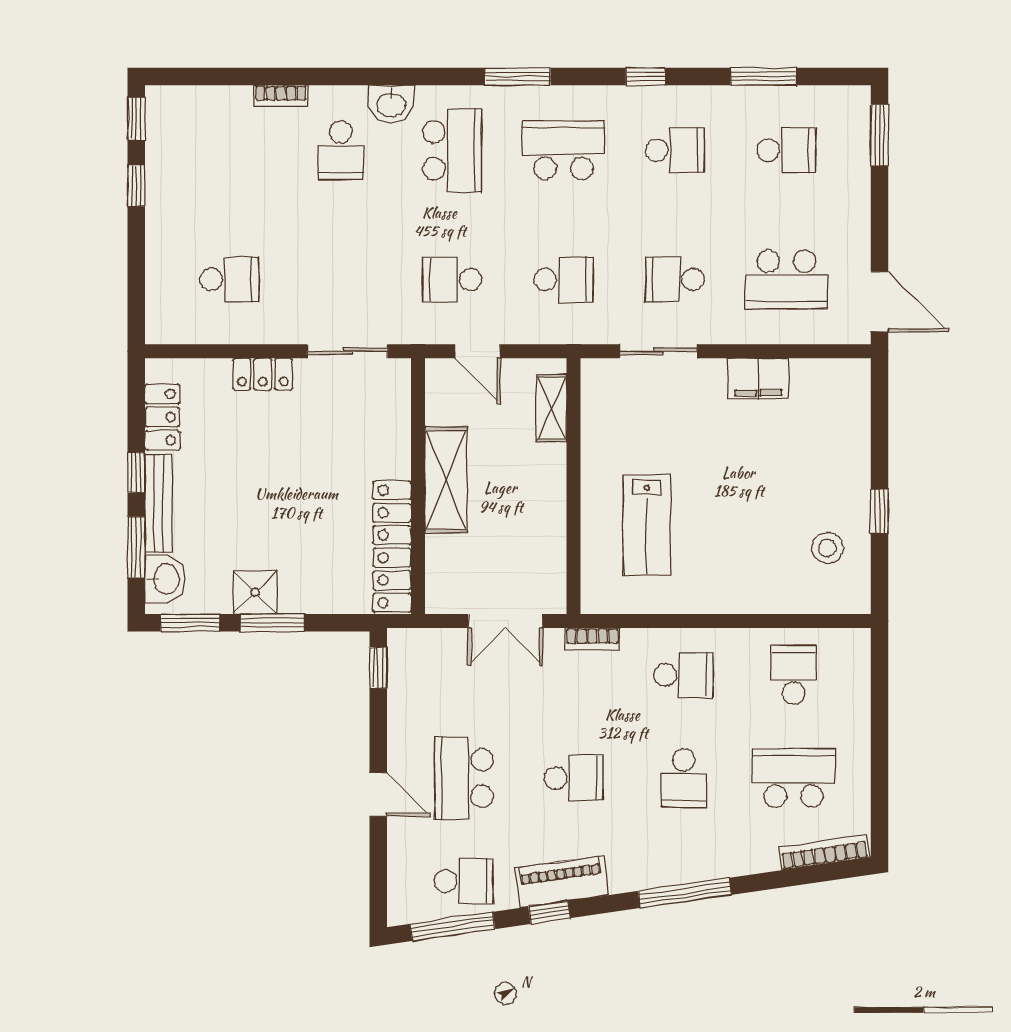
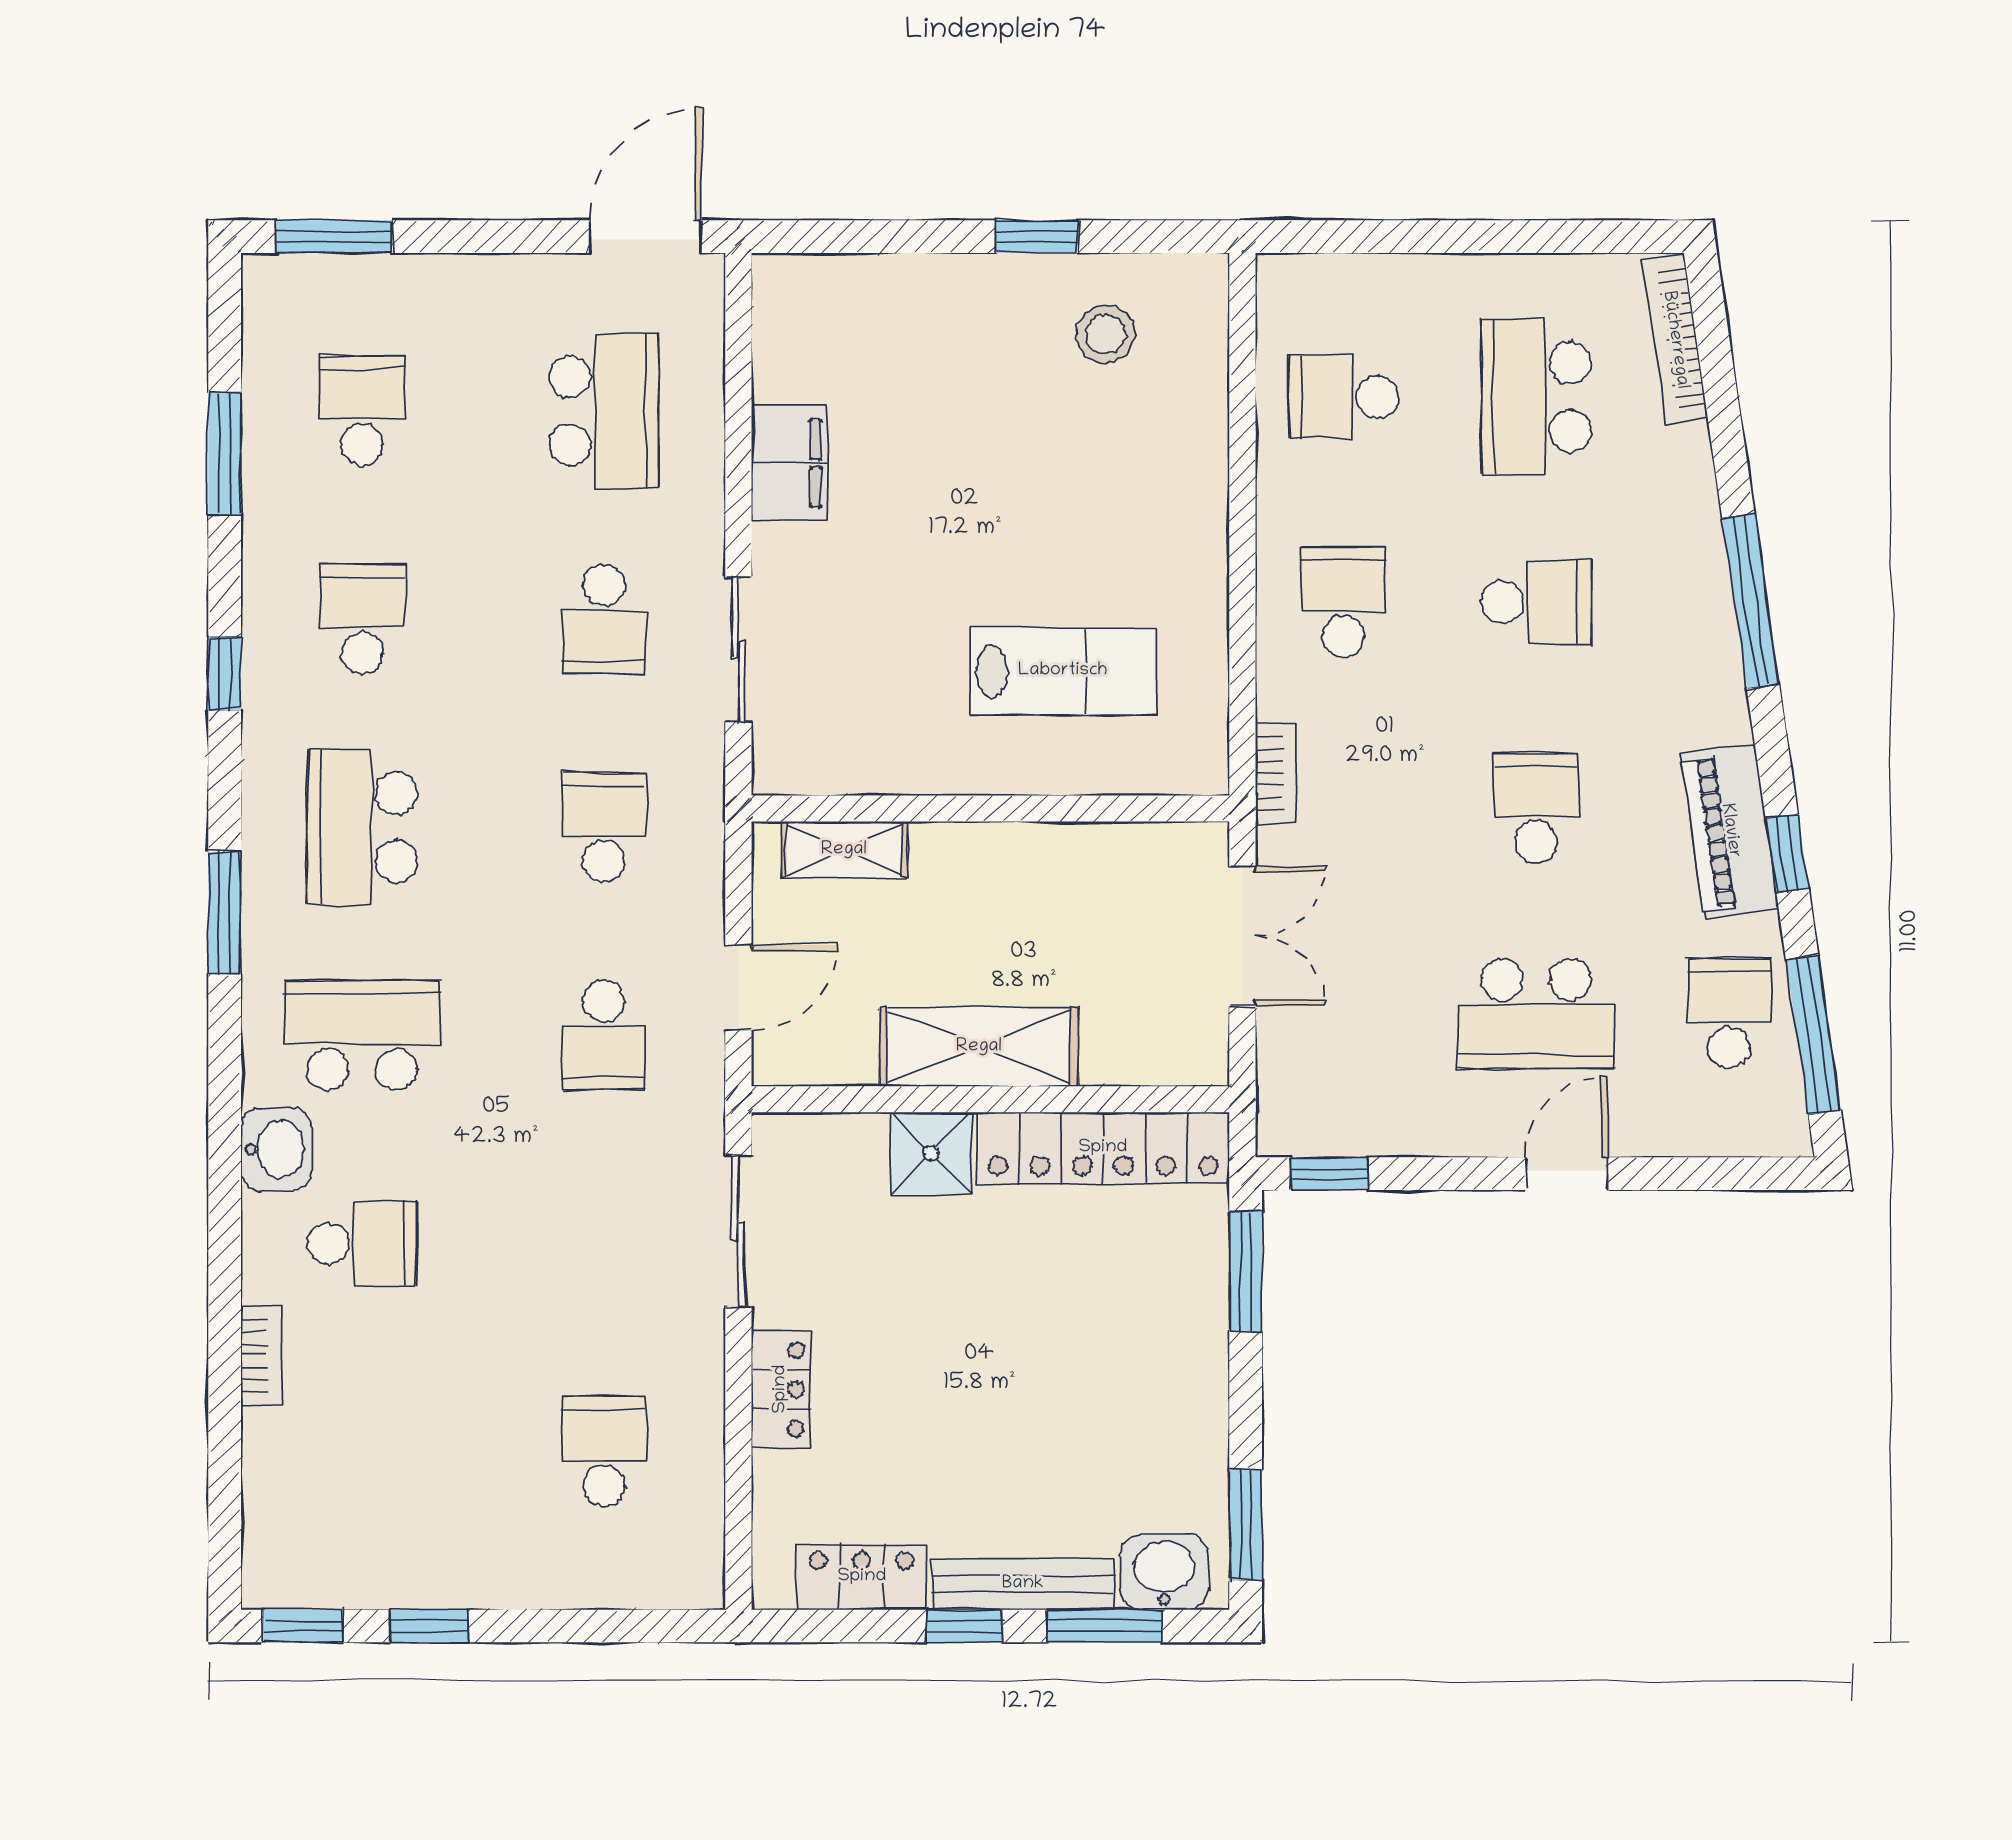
shower: (255, 592) -> (931, 1153), moved
window: (273, 623) -> (1246, 1271), moved

